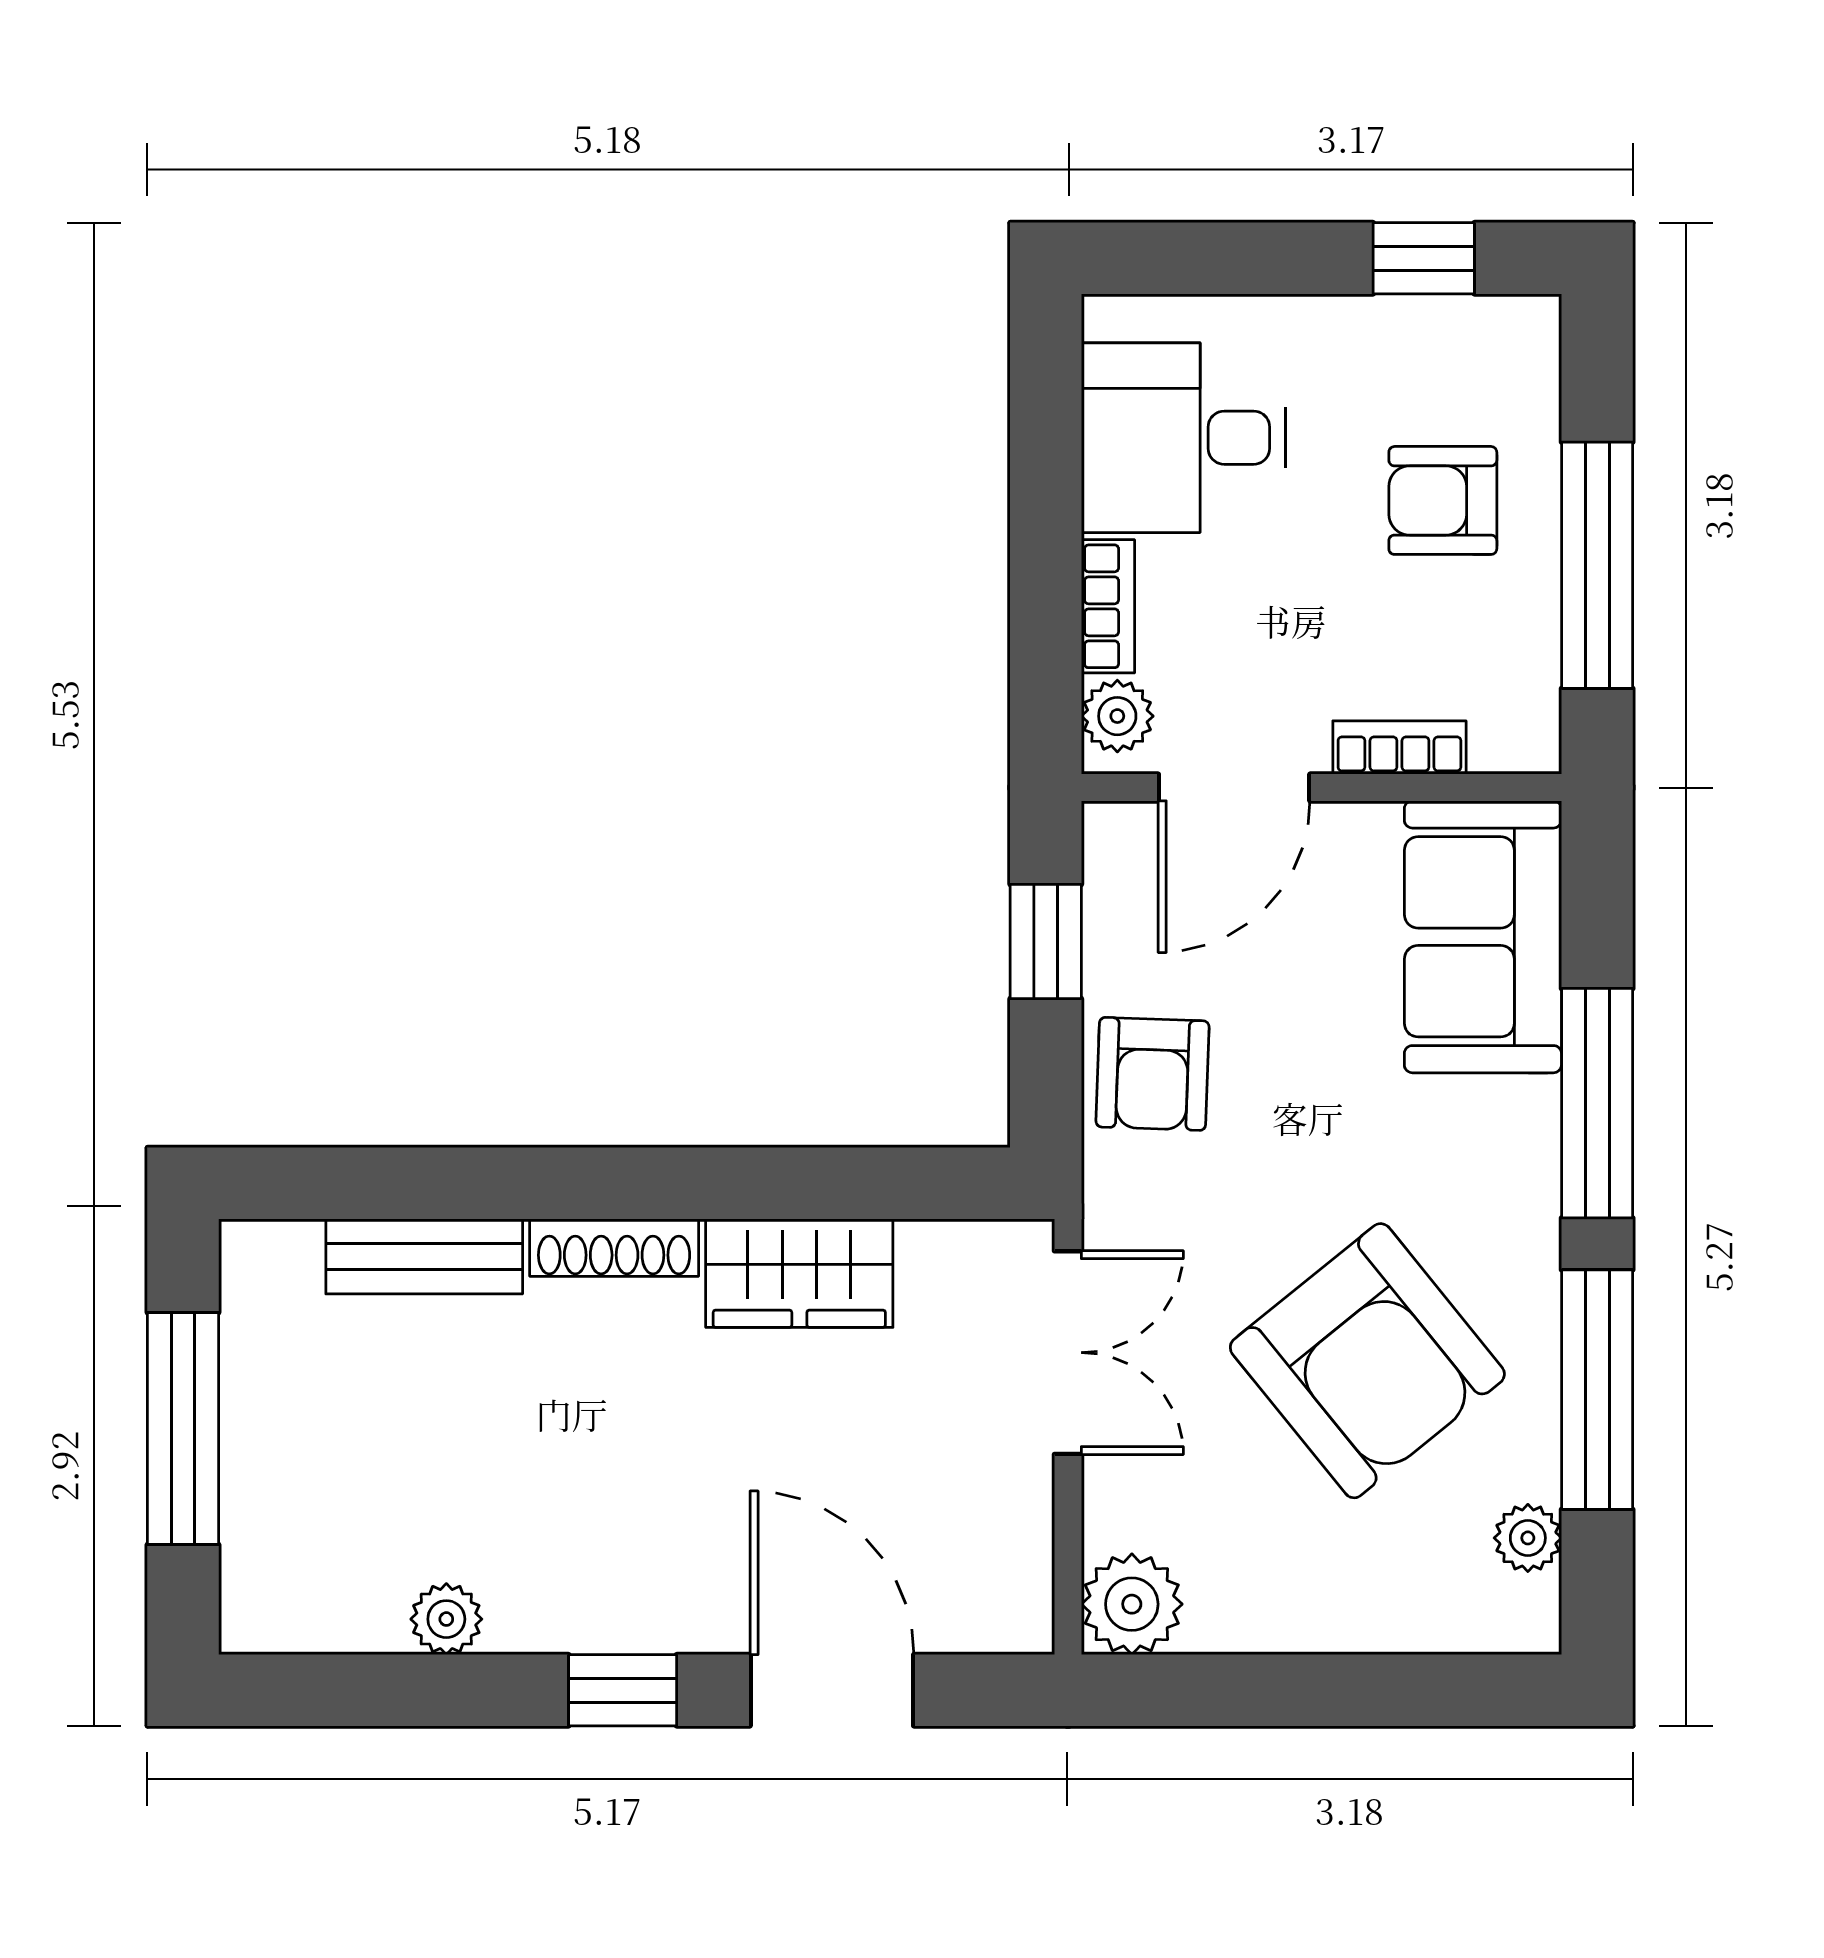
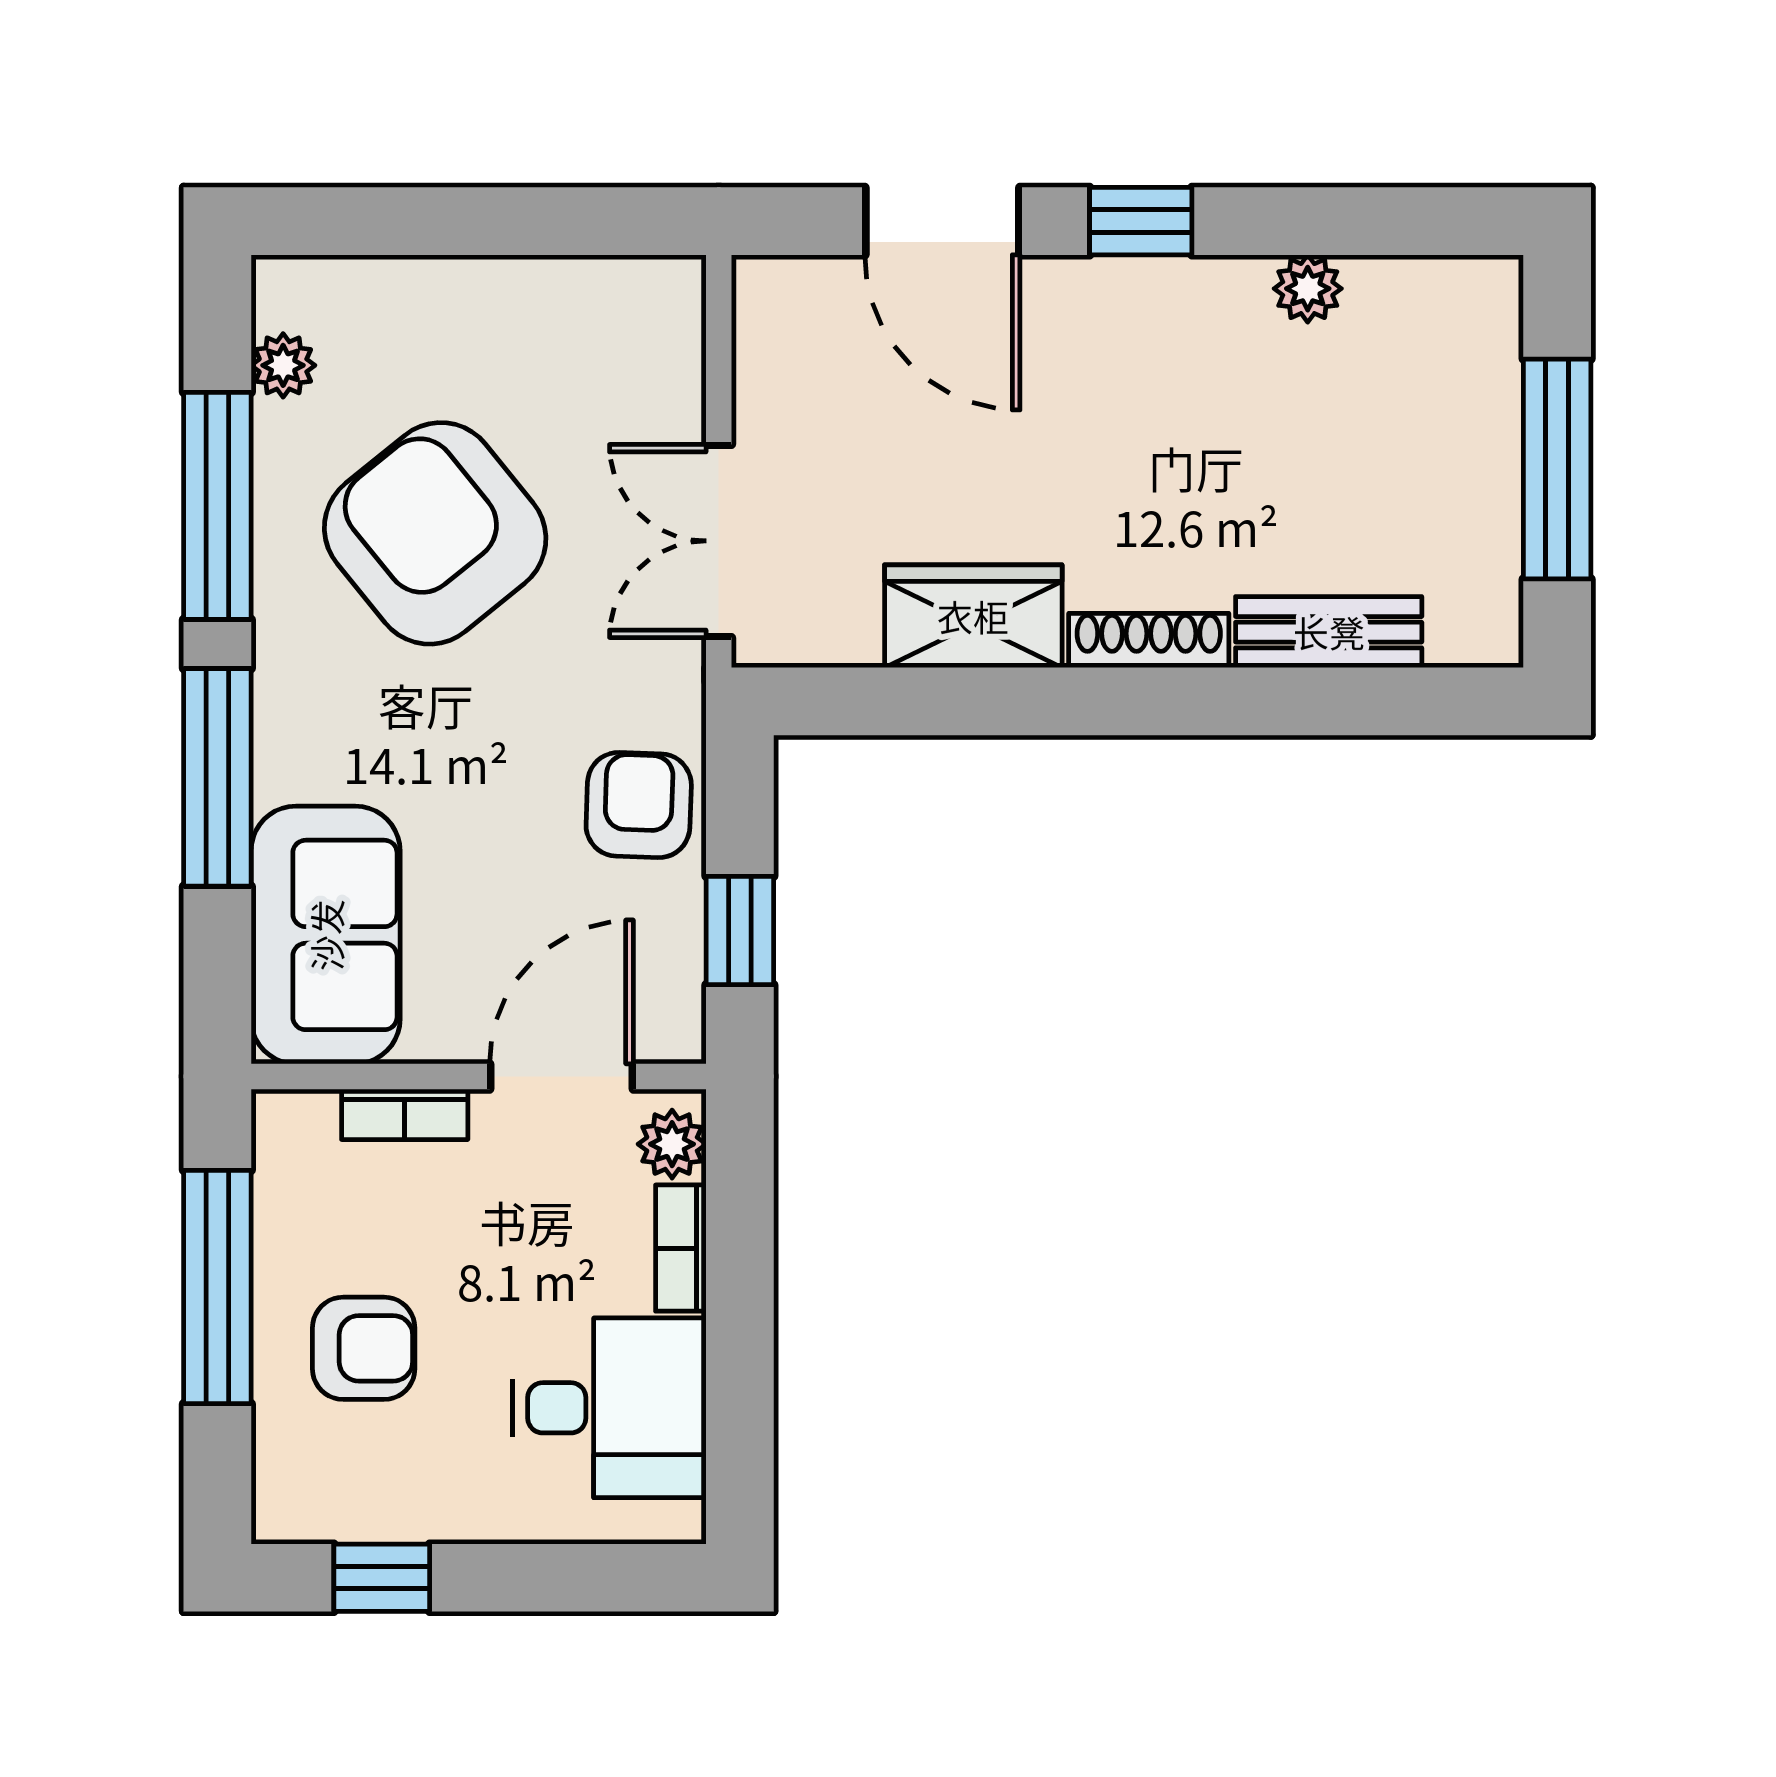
plant: (1132, 1604) -> (658, 303), removed

